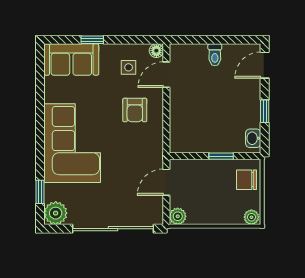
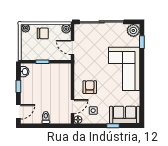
chair: (247, 180) -> (43, 33), moved
door: (166, 182) -> (72, 47), swing flipped

